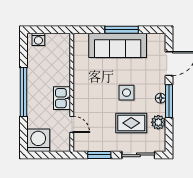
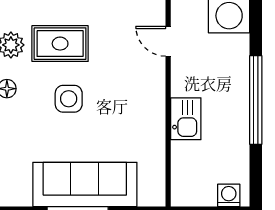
kitchen sink: (62, 98) -> (186, 119), moved

